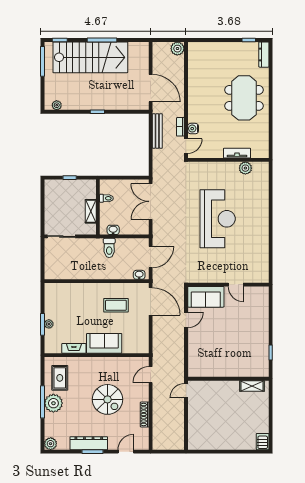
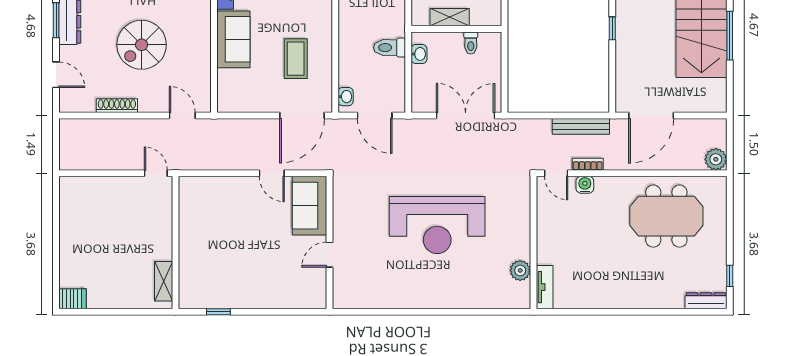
meeting table: (244, 98) -> (666, 216), moved
tv unit: (237, 153) -> (545, 287), moved

